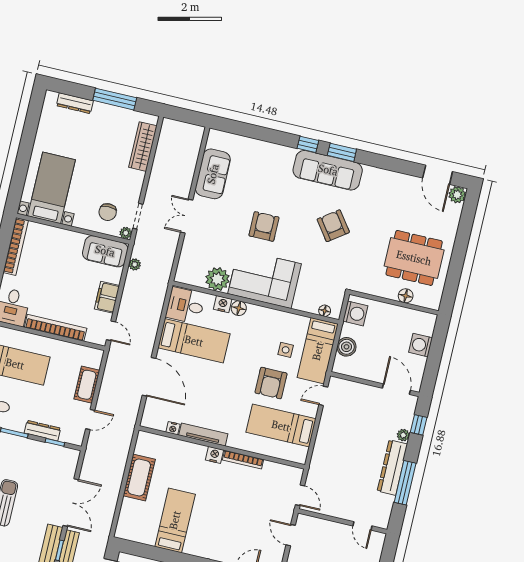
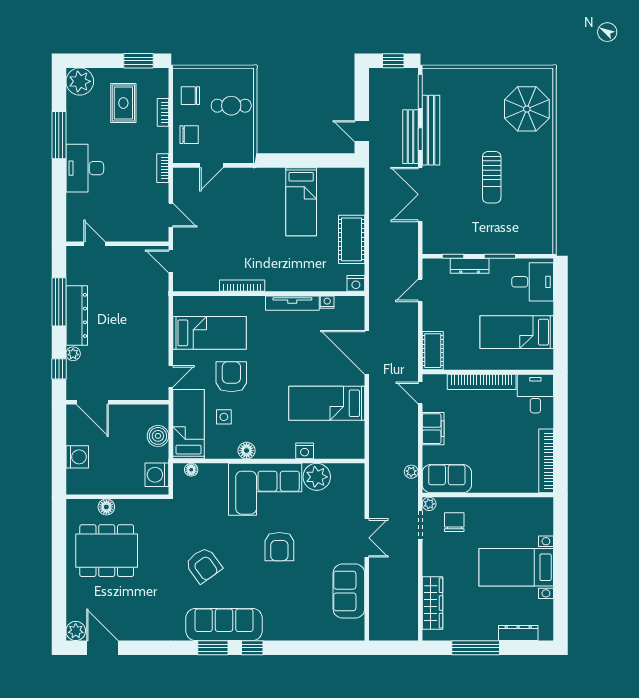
bed with nightstands: (52, 188) -> (516, 567), moved, turned 90
desk: (185, 306) -> (345, 440), removed
floor lamp: (239, 308) -> (247, 451), moved
cot: (87, 385) -> (433, 351), moved
nightstand: (214, 455) -> (356, 283), moved

